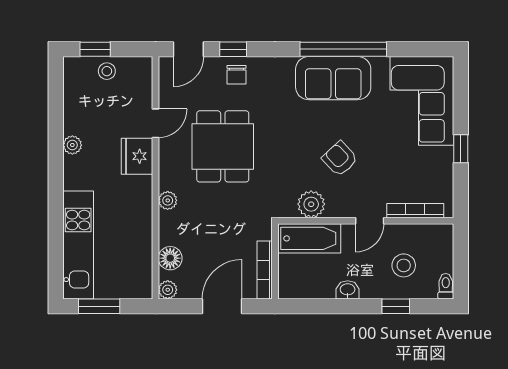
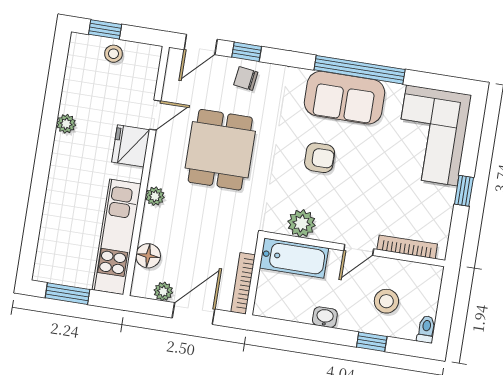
chair: (236, 75) -> (246, 78), turned 98
armchair: (340, 159) -> (320, 158), moved, turned 133
kitchen unit: (78, 245) -> (117, 237), moved, turned 180
plant: (168, 290) -> (163, 291), moved

